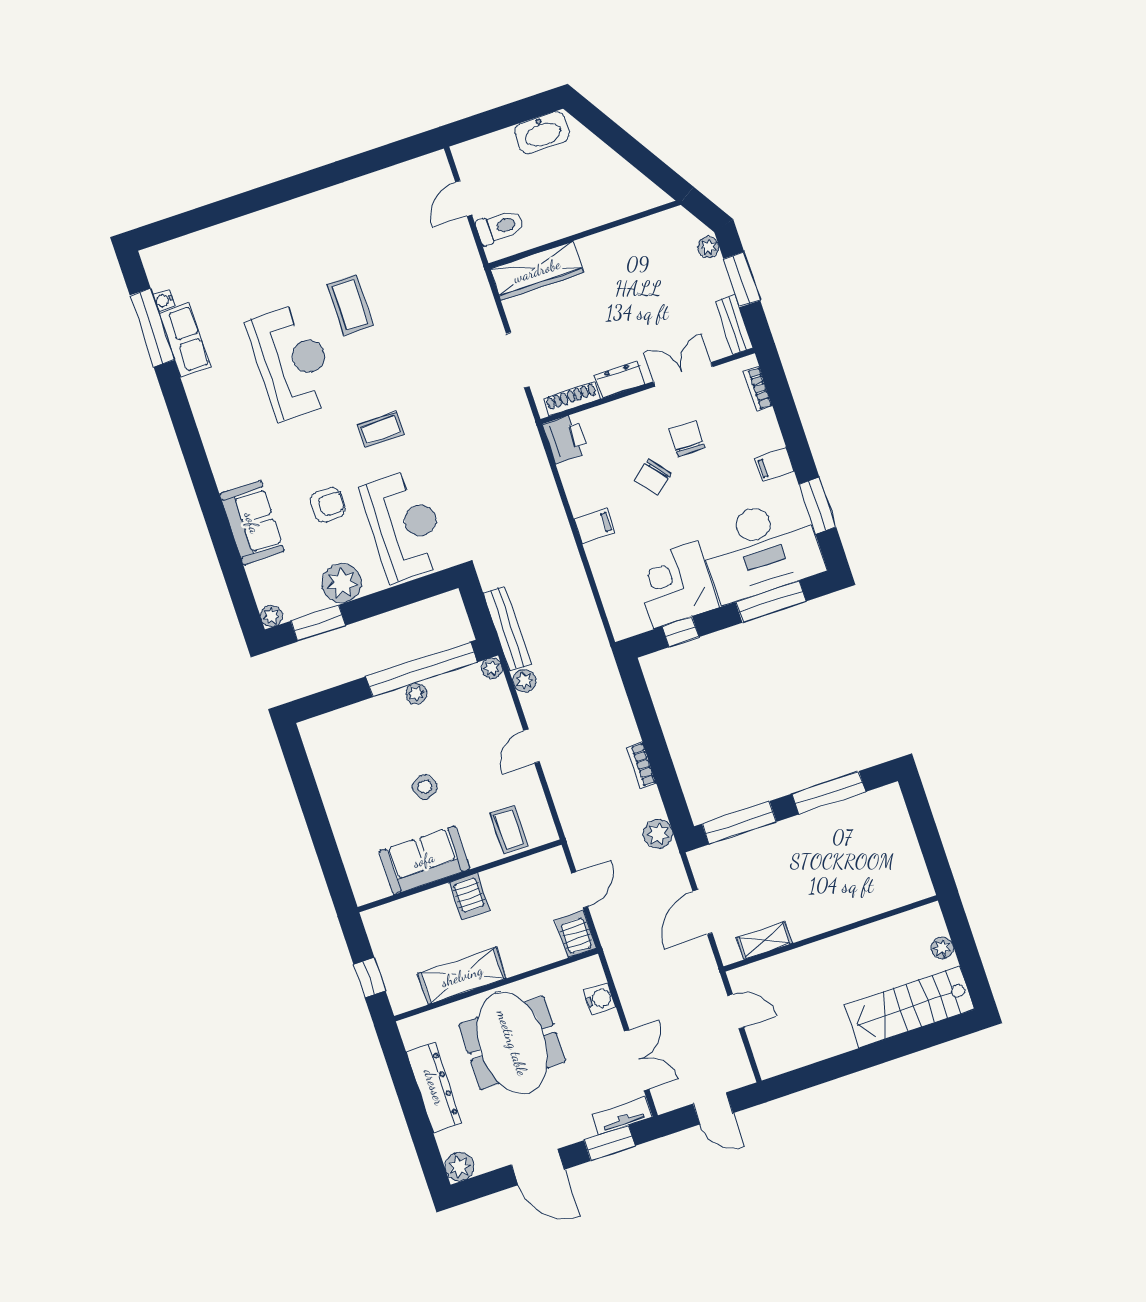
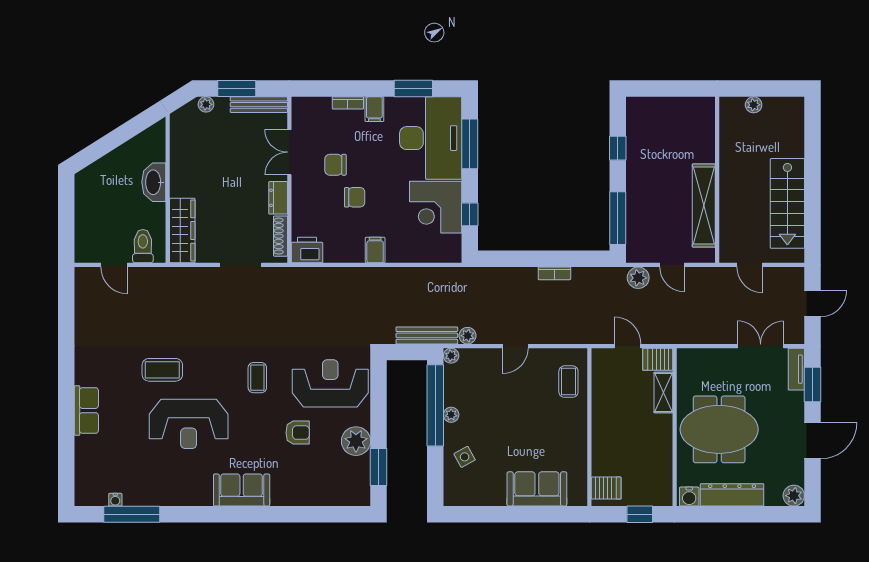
washbasin: (542, 132) -> (154, 182), moved, turned 180
bench: (734, 325) -> (259, 105), width x1.36
row of seats: (185, 340) -> (86, 411), moved, turned 90
reception desk: (292, 362) -> (189, 424), turned 180
bookcase: (758, 389) -> (348, 103), moved
chair: (653, 477) -> (355, 197), turned -51
armchair: (328, 505) -> (298, 433), turned 90
sofa: (252, 523) -> (242, 490), moved
plant: (271, 616) -> (363, 498), removed
door: (532, 746) -> (515, 346), hinge flipped
side table: (425, 787) -> (465, 457), moved
window: (829, 793) -> (618, 148), width x0.46
coffee table: (509, 830) -> (568, 382), turned 90
plant: (658, 834) -> (638, 278), moved
sofa: (424, 860) -> (537, 489), moved, turned 90
server rack: (469, 897) -> (606, 488), moved
door: (702, 912) -> (672, 265), width x0.73
shelving: (764, 941) -> (704, 206), width x2.20, depth x1.33
shelving: (462, 976) -> (663, 392), moved, width x0.67, depth x0.75
water cooler: (600, 999) -> (689, 497), moved, turned 180
stairs: (910, 1007) -> (787, 203), moved
door: (736, 1011) -> (750, 265), swing flipped

